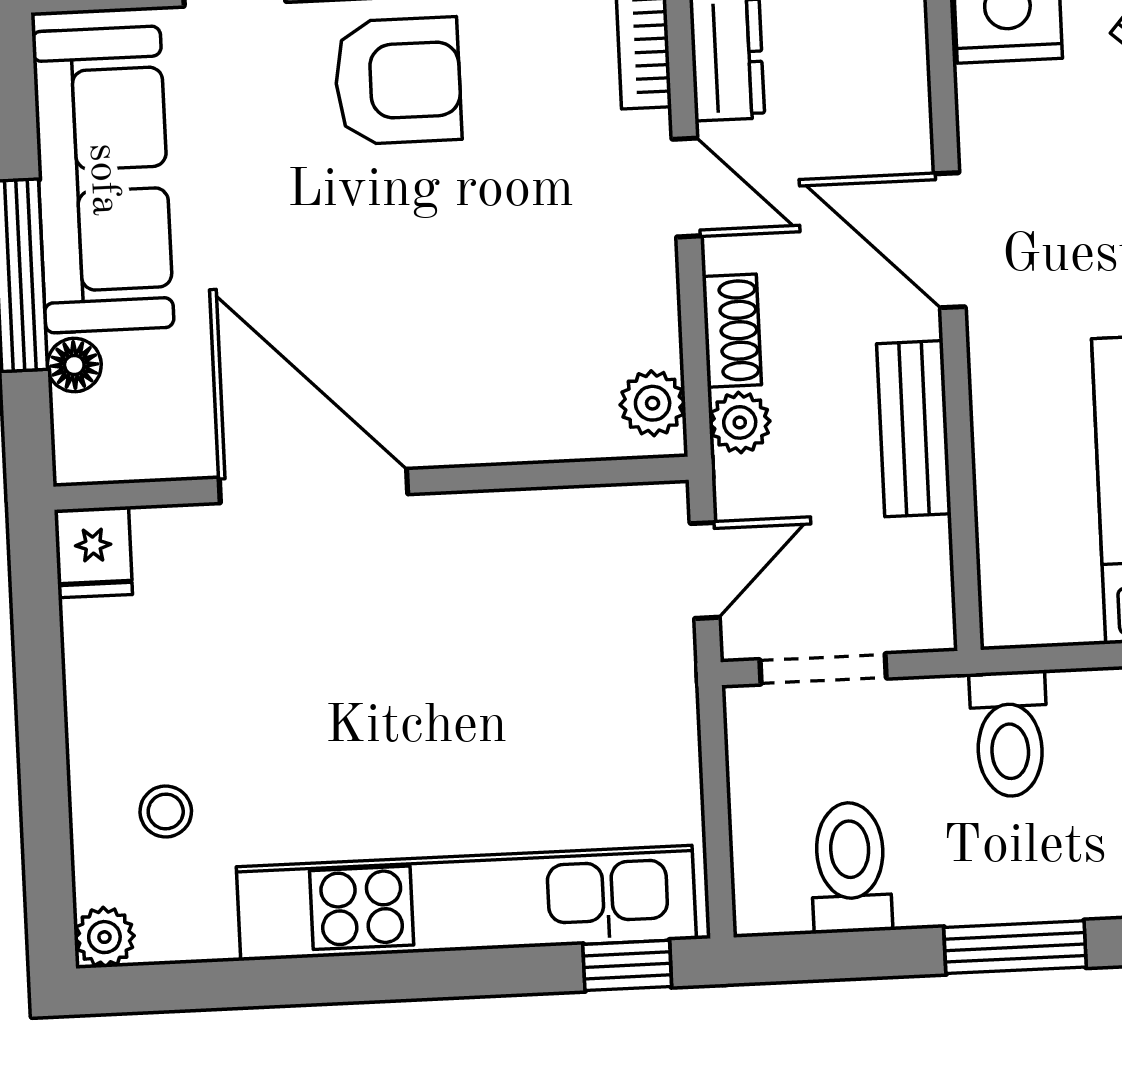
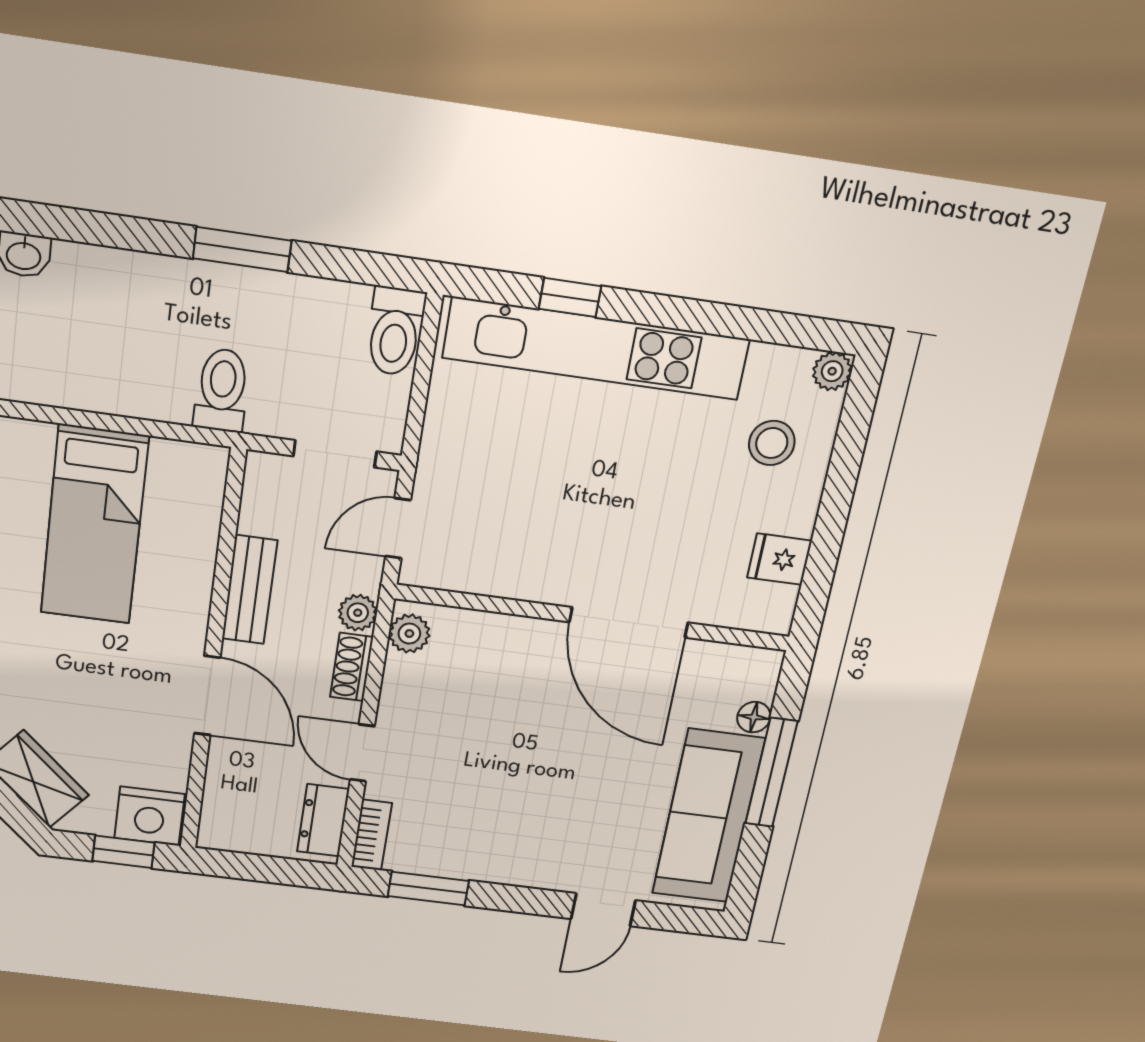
armchair: (398, 81) -> (521, 840), removed
fridge: (93, 552) -> (780, 559), moved, turned -90
stool: (166, 811) -> (772, 443), width x1.37, depth x1.37
toilet: (851, 867) -> (395, 331), moved
window: (627, 965) -> (570, 297), moved

